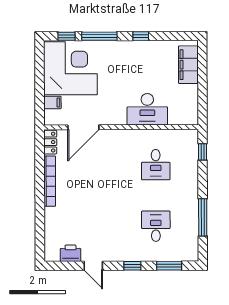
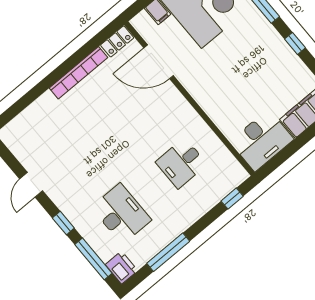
desk: (147, 109) -> (262, 140), moved, turned -90
desk: (156, 226) -> (121, 214), width x1.37
printer: (71, 253) -> (122, 268), moved
window: (169, 266) -> (93, 259), width x1.44

